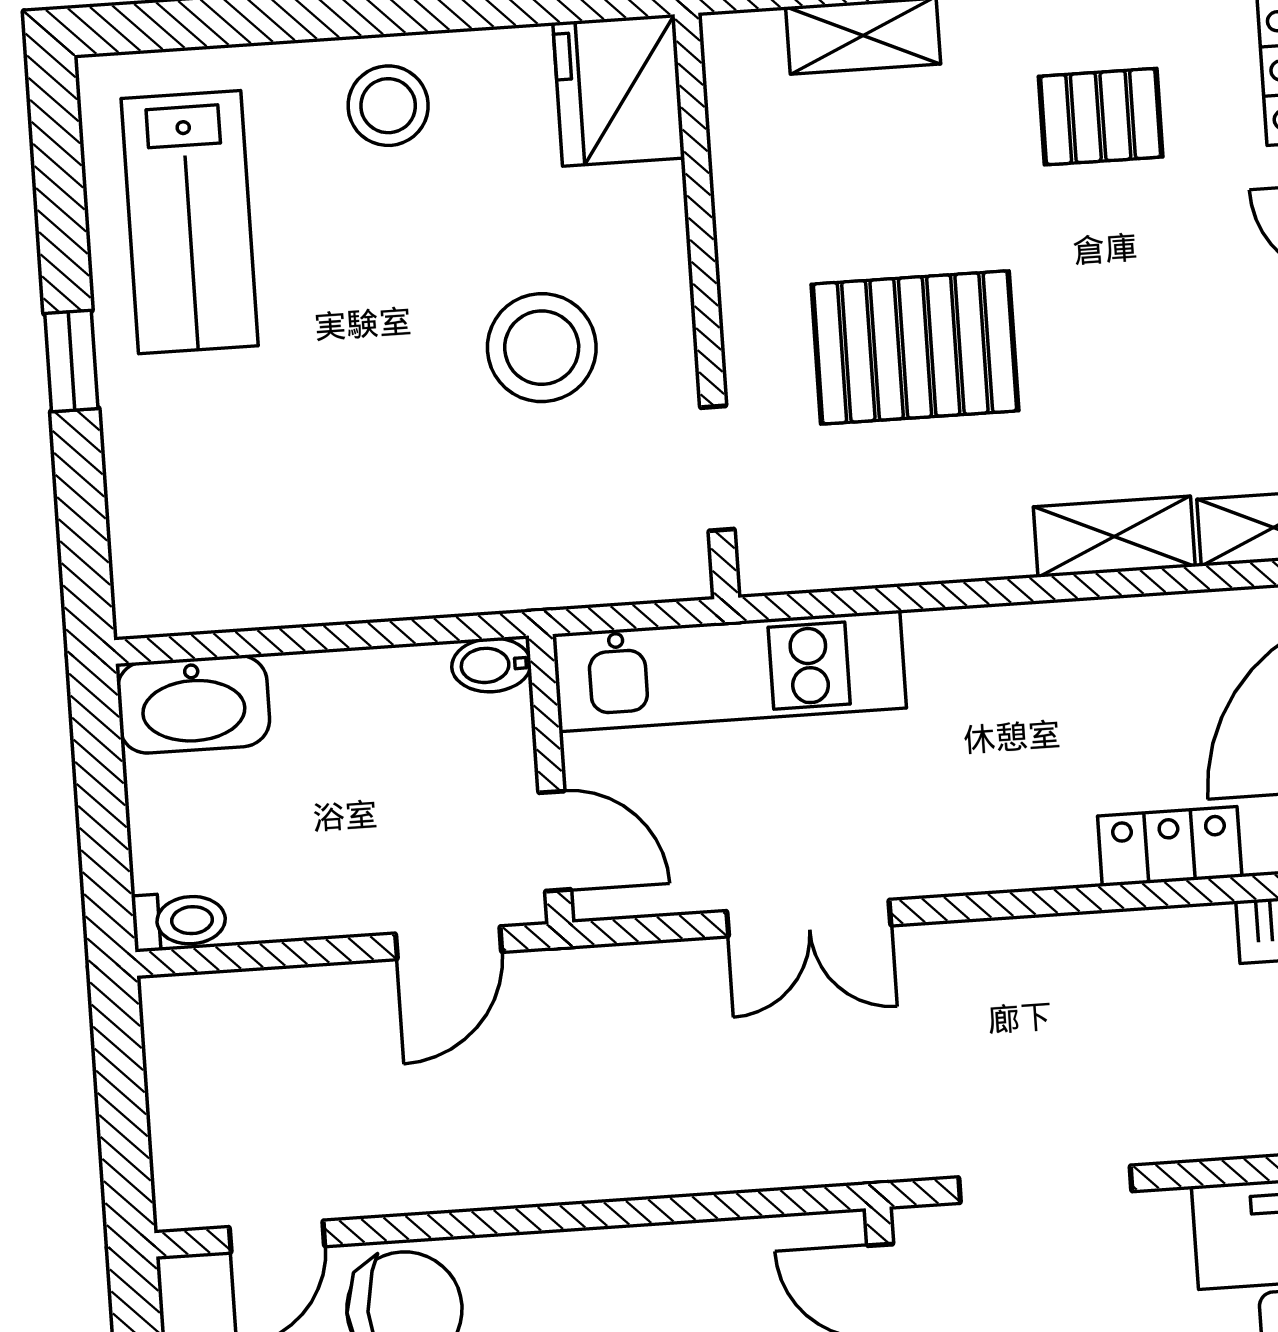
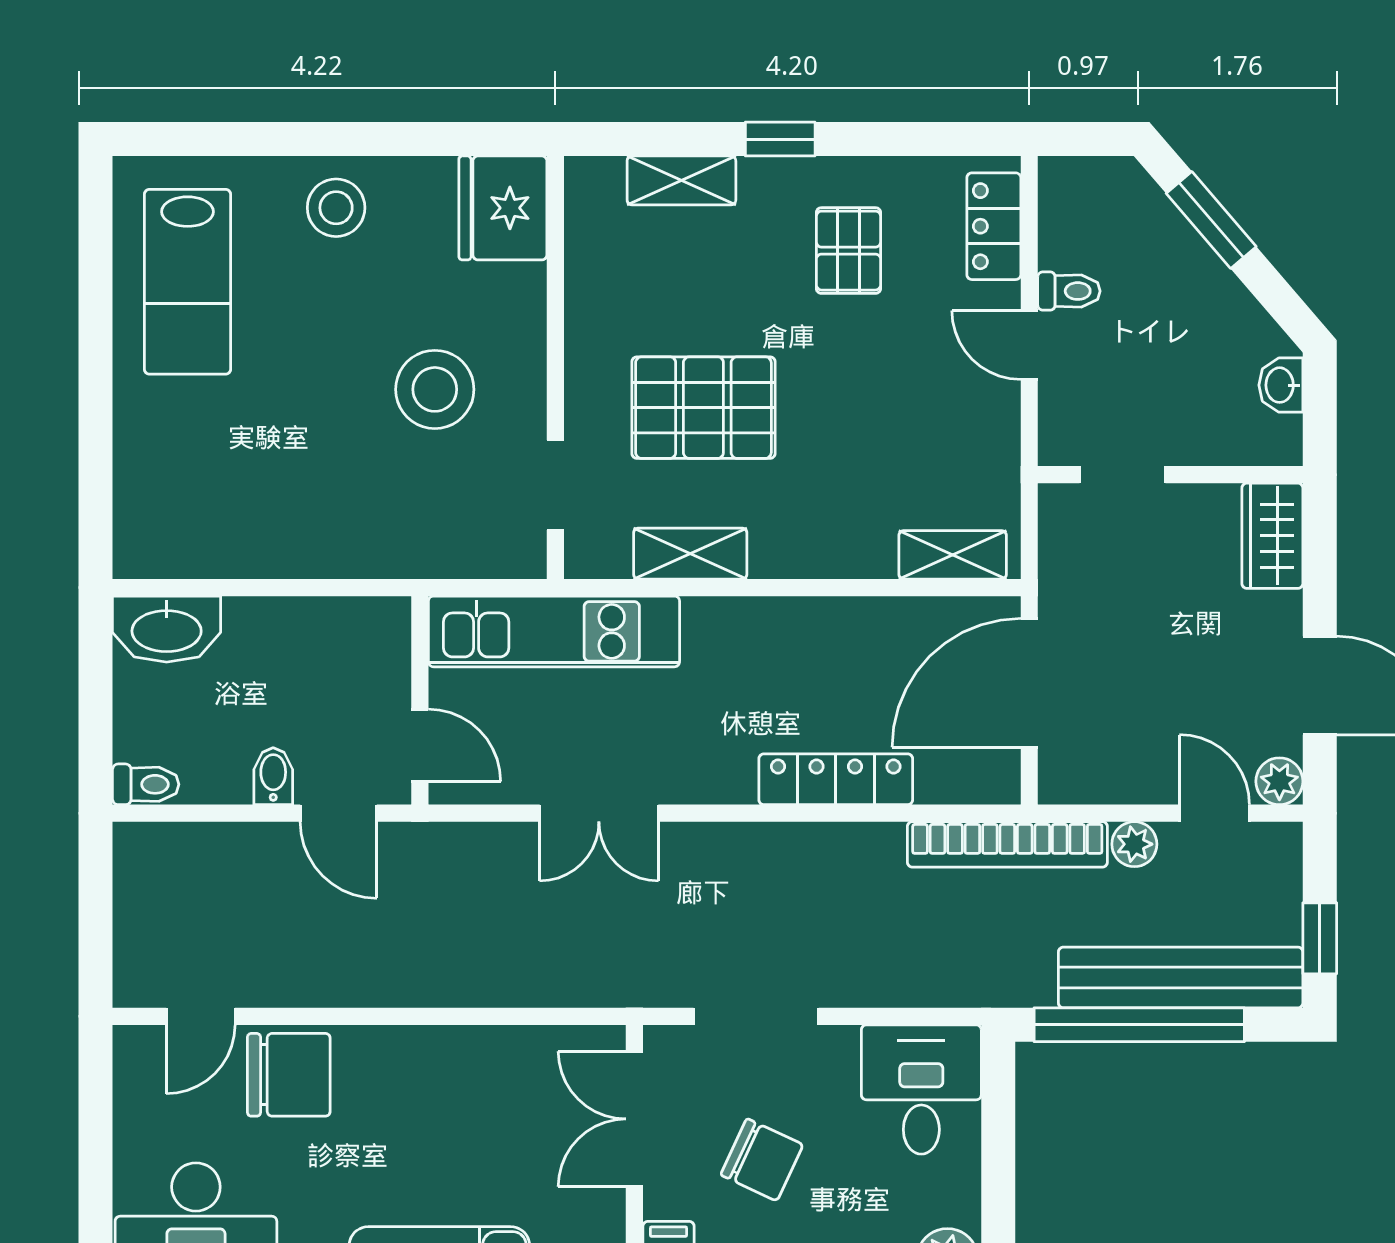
pallet: (1101, 117) -> (848, 251), turned 90
window: (71, 361) -> (96, 376), removed
shelving: (1114, 537) -> (690, 554), moved
bidet: (491, 665) -> (273, 776), moved, turned 90
locker: (1170, 846) -> (836, 779), width x1.53
door: (449, 943) -> (338, 813), hinge flipped

